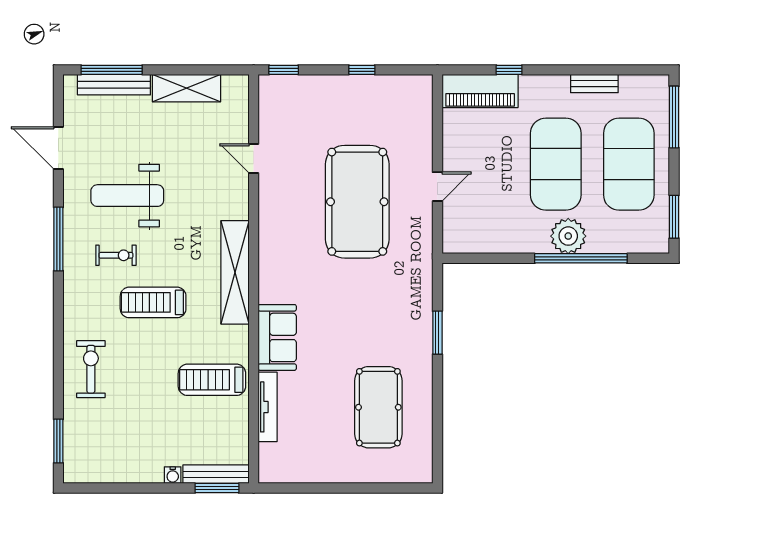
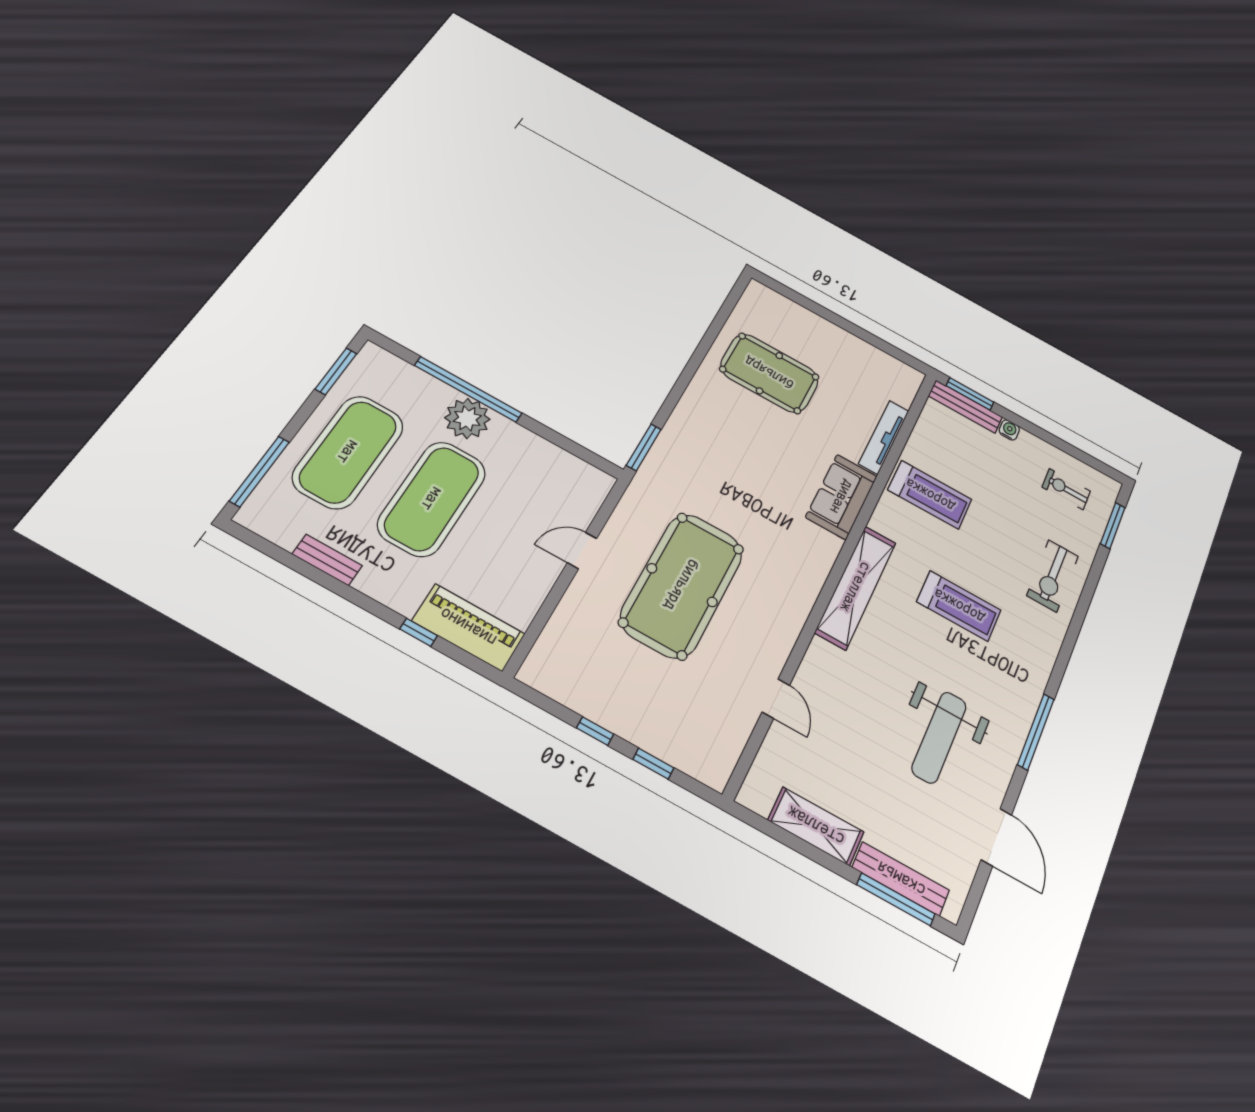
window: (284, 70) -> (653, 764), moved
weight bench: (127, 196) -> (939, 737), turned 90
exercise bike: (116, 255) -> (1066, 489), moved
window: (437, 333) -> (644, 447), moved
pool table: (378, 407) -> (769, 373), turned 90

